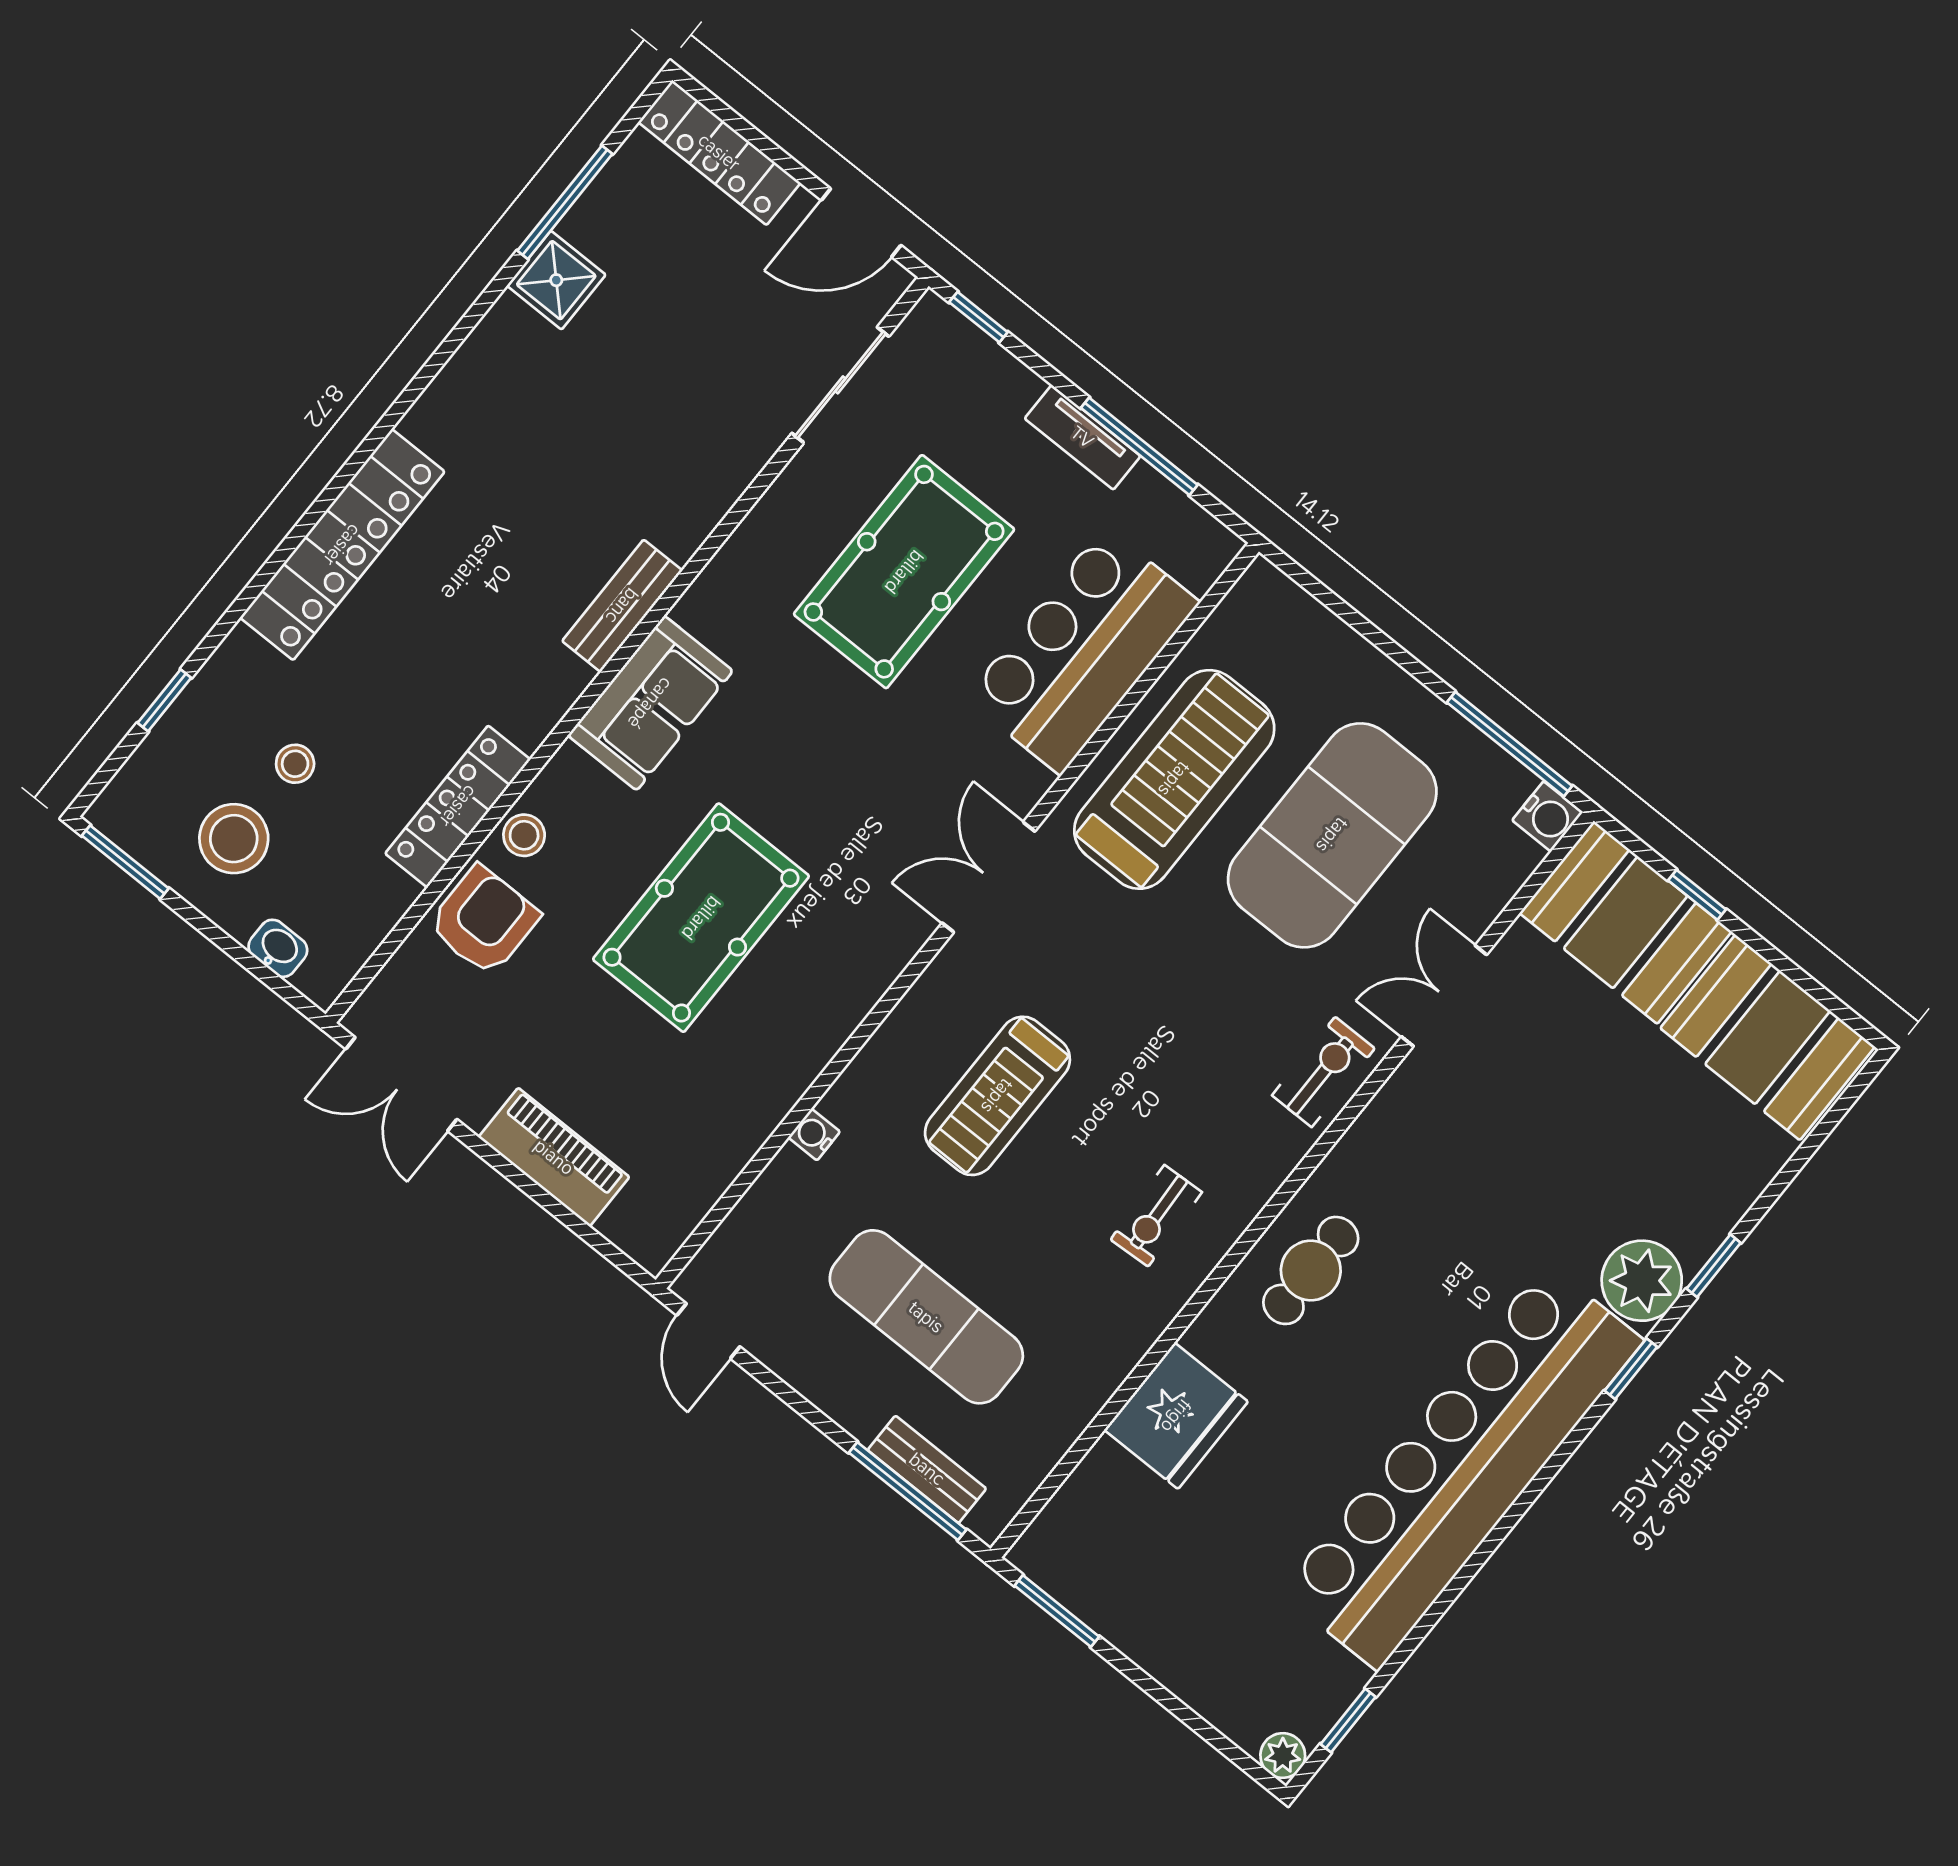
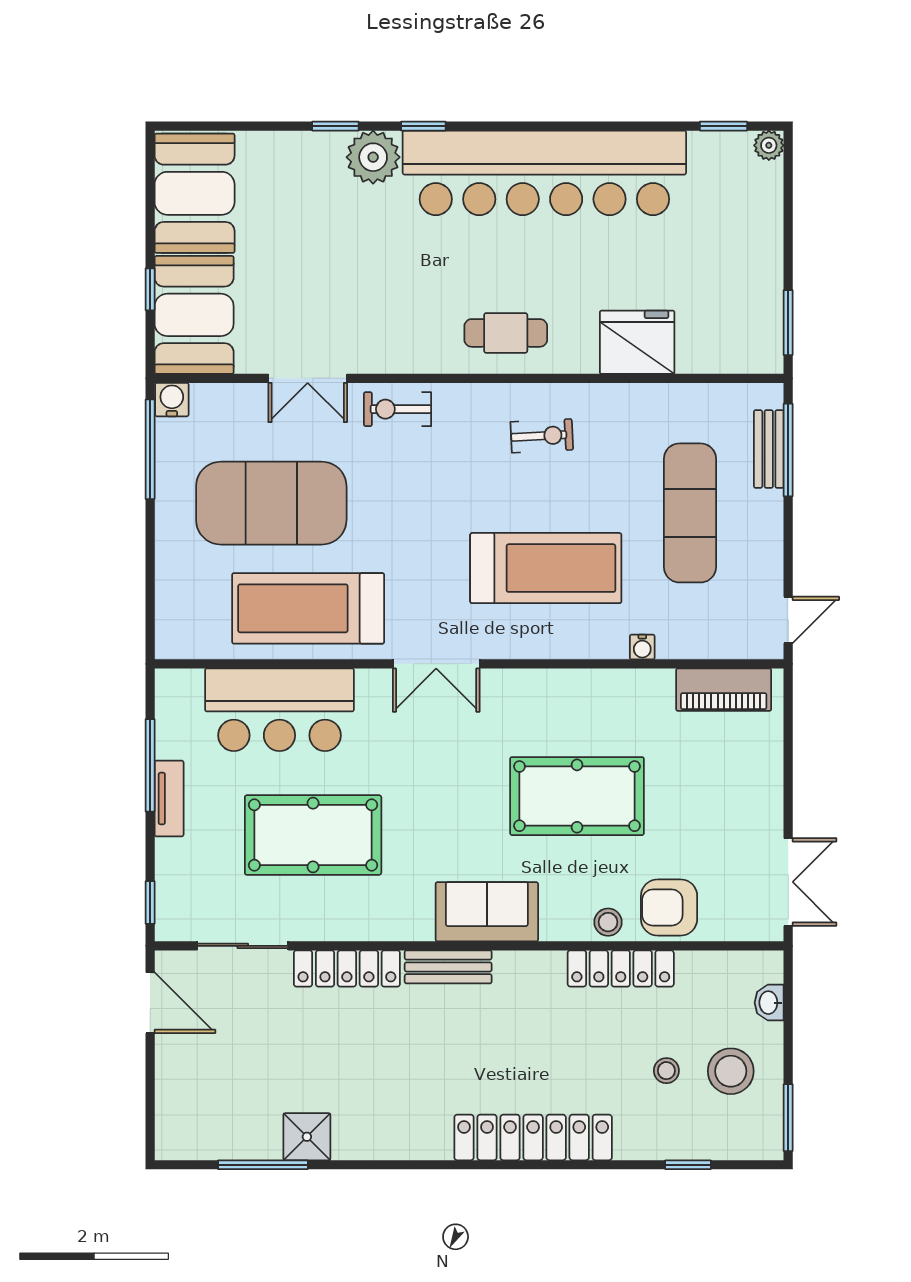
locker: (719, 152) -> (347, 968), moved, turned 90
treadmill: (997, 1096) -> (546, 568), width x1.37, depth x1.38
piano: (554, 1157) -> (724, 690), moved, turned -90

